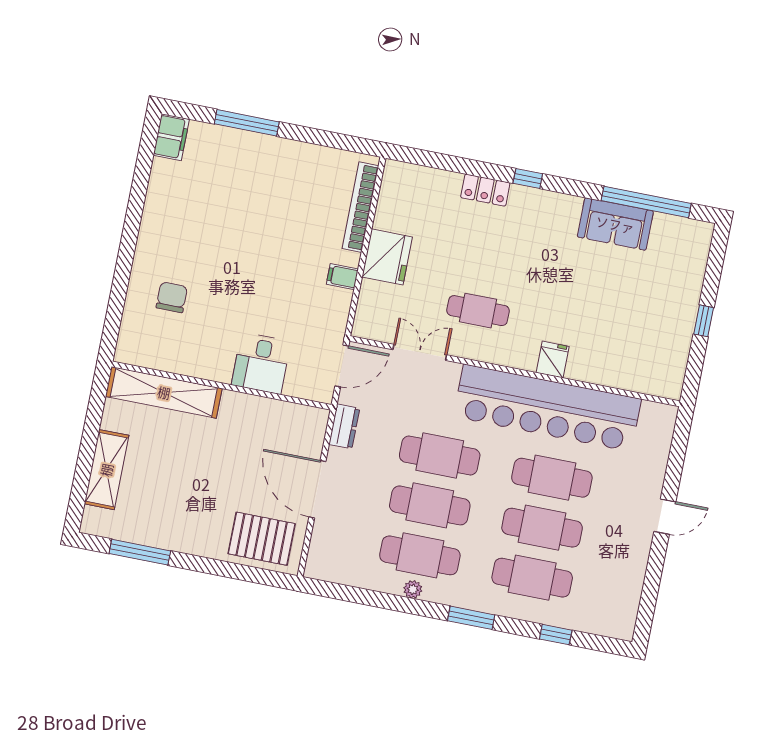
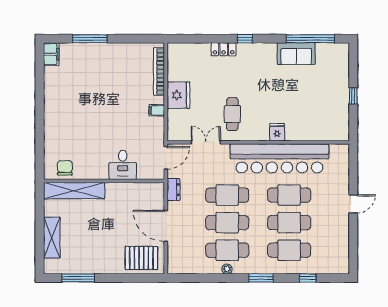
chair: (172, 297) -> (65, 168), moved
cafe table: (478, 311) -> (232, 114), turned 90

